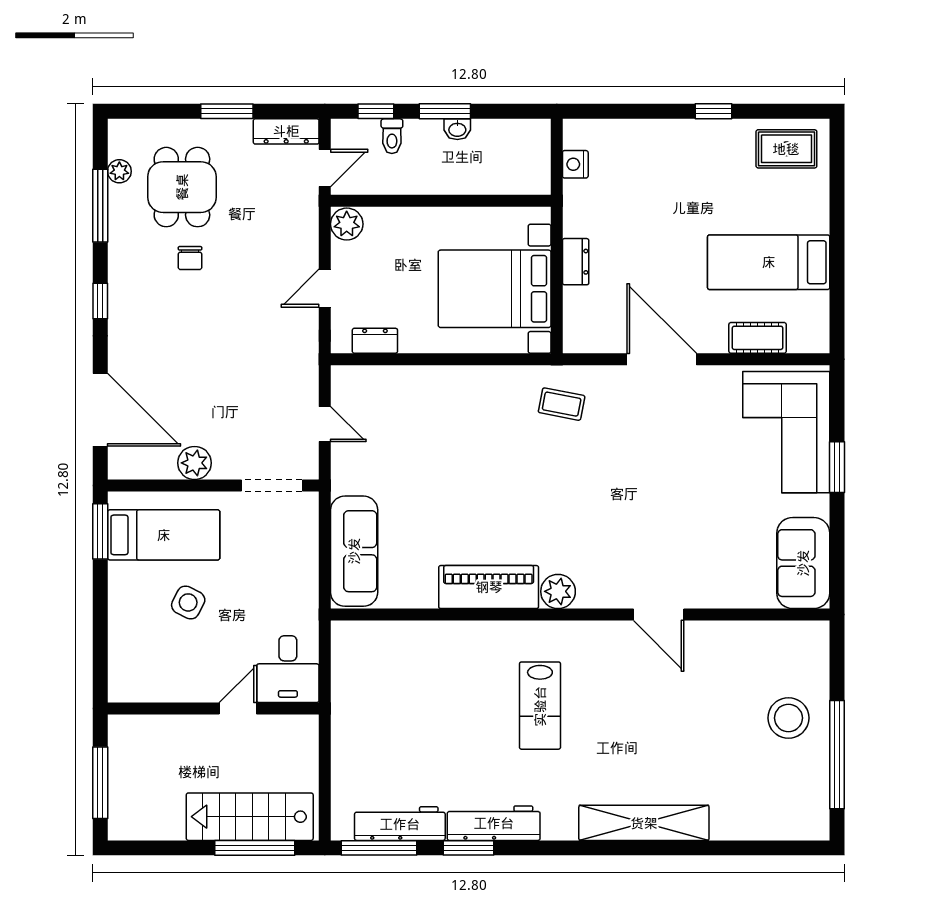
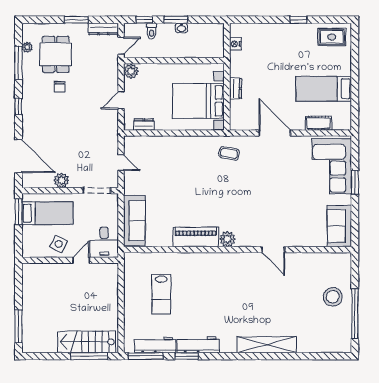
desk: (288, 669) -> (104, 242), moved
lab bench: (540, 706) -> (161, 294), moved
wall: (213, 708) -> (70, 260), moved
door: (238, 708) -> (81, 260), moved

